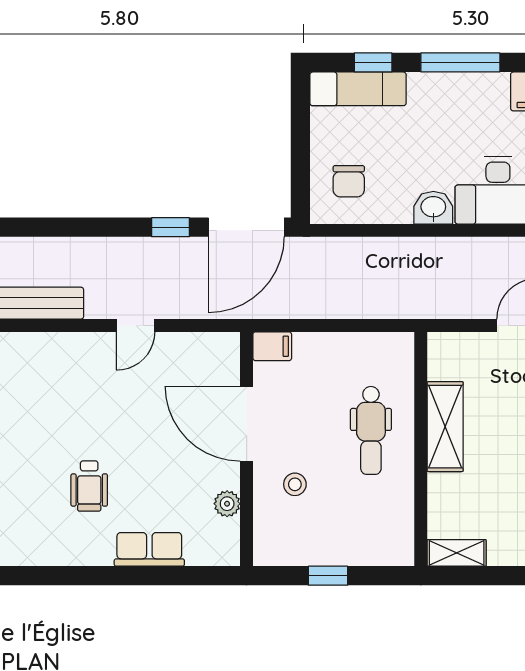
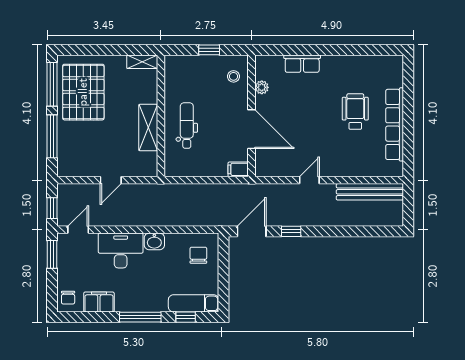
door: (246, 227) -> (252, 231), width x0.73
stool: (295, 484) -> (234, 76), moved
wheelchair: (89, 486) -> (355, 112), moved, width x1.36, depth x1.37

